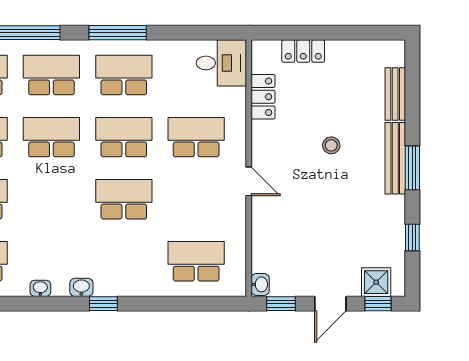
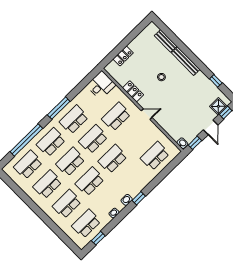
locker: (263, 97) -> (133, 91), moved
window: (412, 168) -> (194, 59), removed
school desk: (51, 199) -> (90, 181), added

